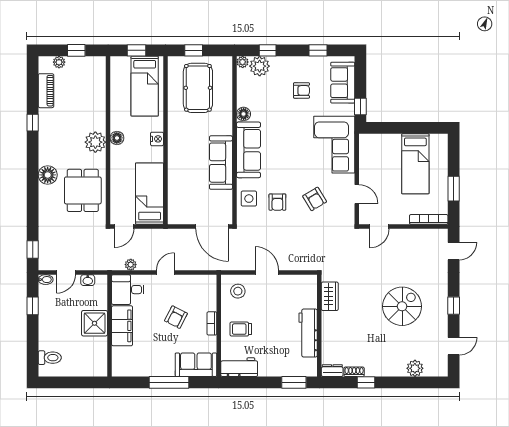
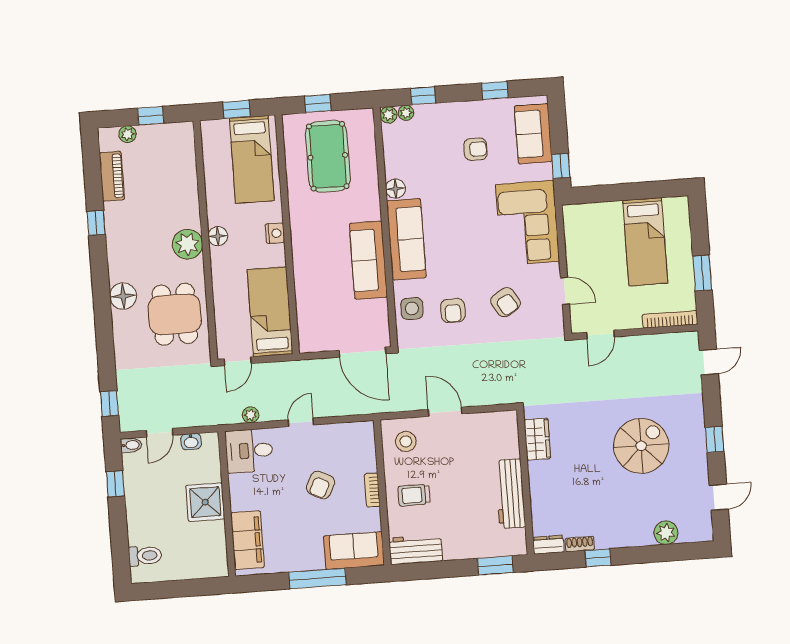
plant: (260, 66) -> (406, 113), width x0.53, depth x0.53
filing cabinet: (122, 326) -> (247, 540), moved

